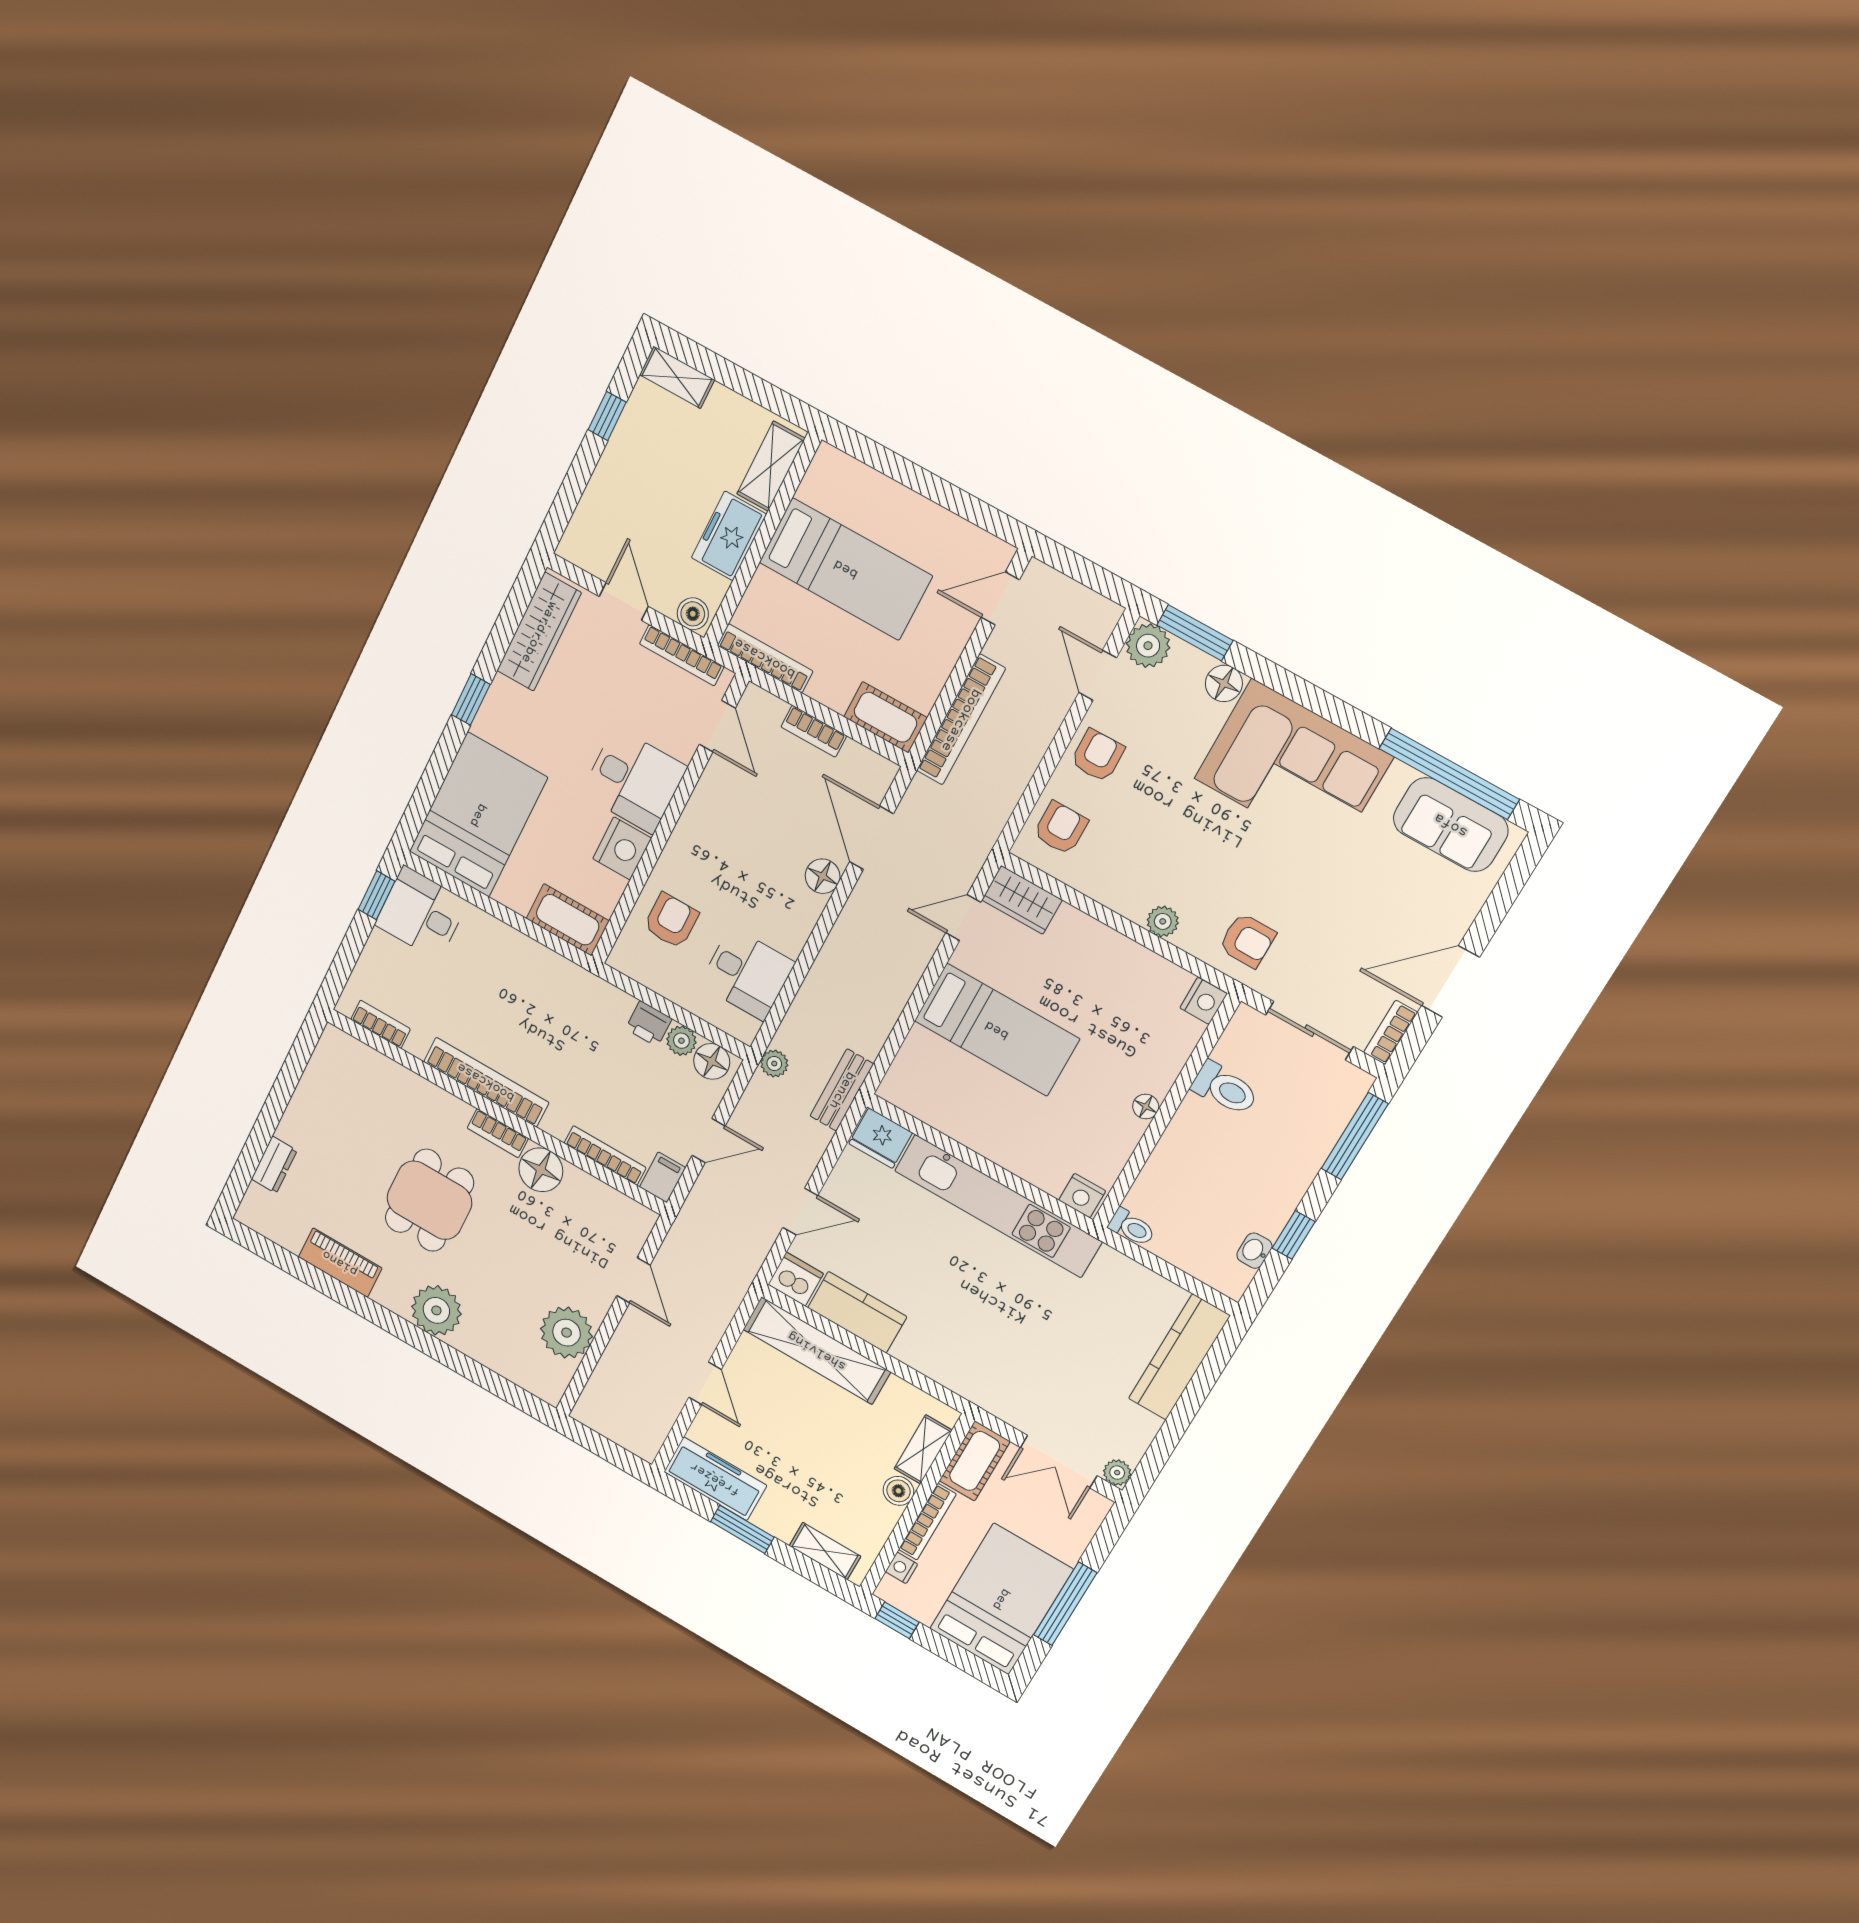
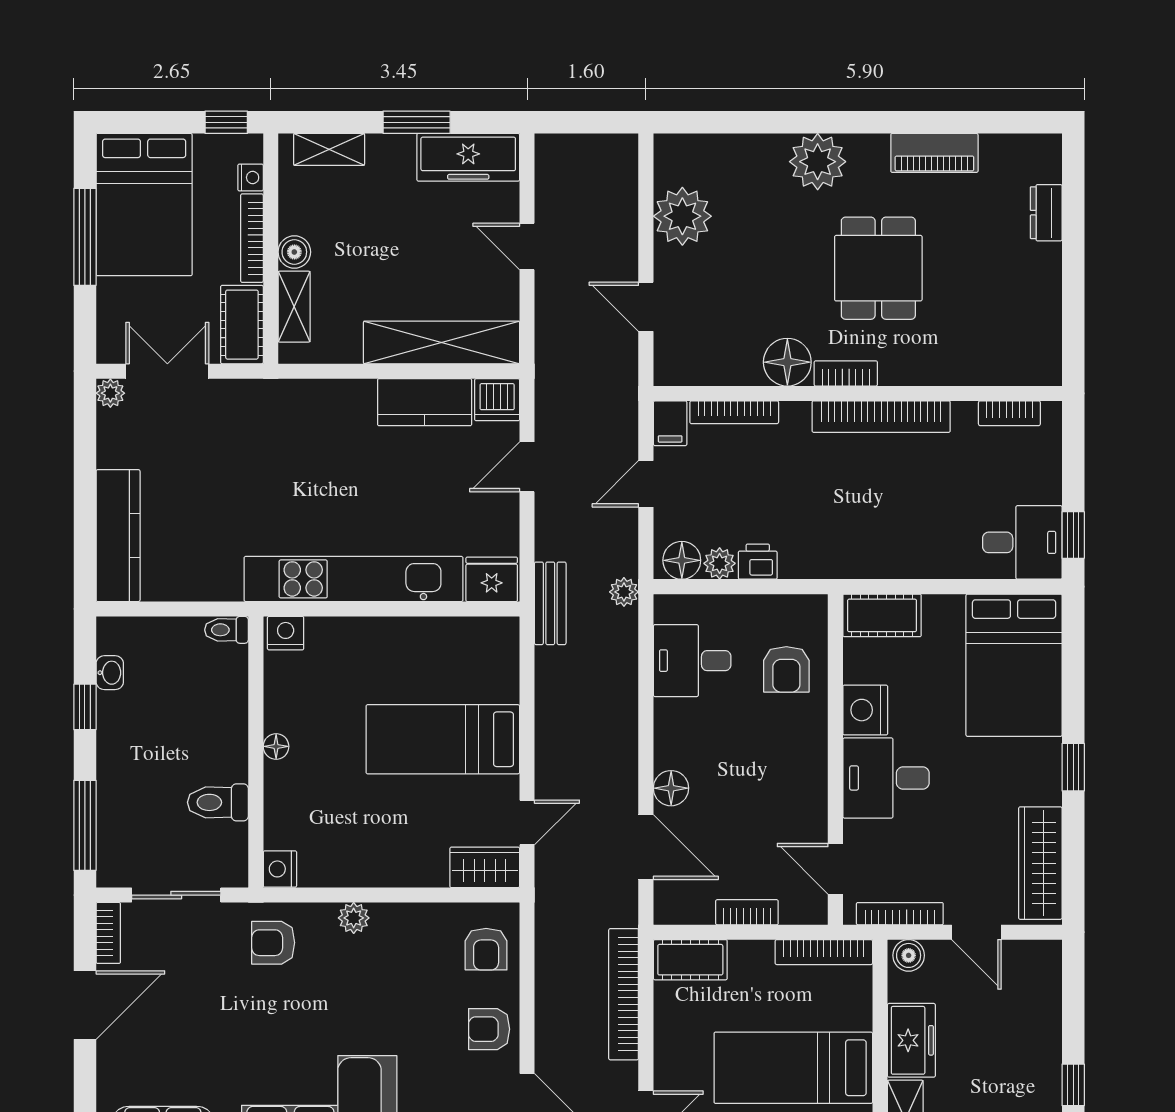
armchair: (1098, 756) -> (489, 1029), turned 91

